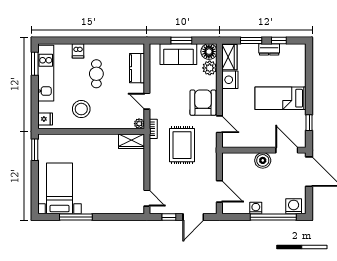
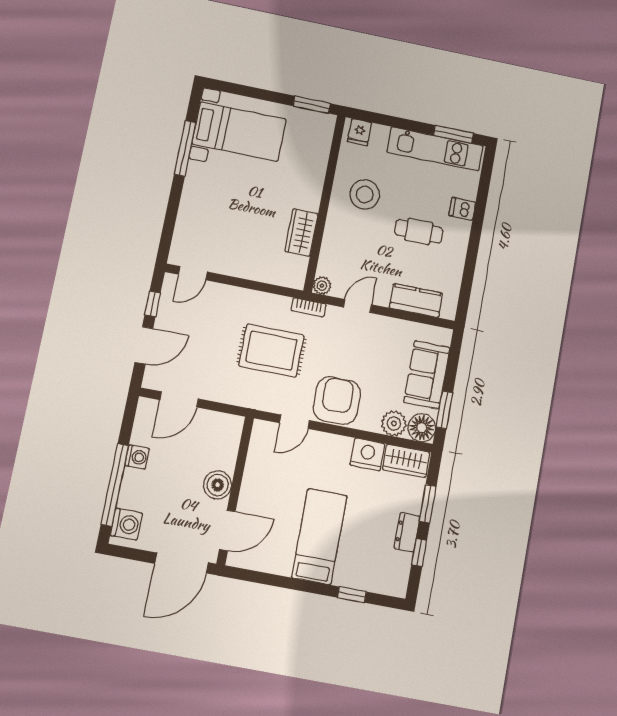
window: (181, 40) -> (444, 410), moved
armchair: (203, 103) -> (337, 401), turned -90
window: (309, 123) -> (352, 595), moved
wardrobe: (131, 141) -> (301, 232), moved
door: (193, 217) -> (144, 345), swing flipped

